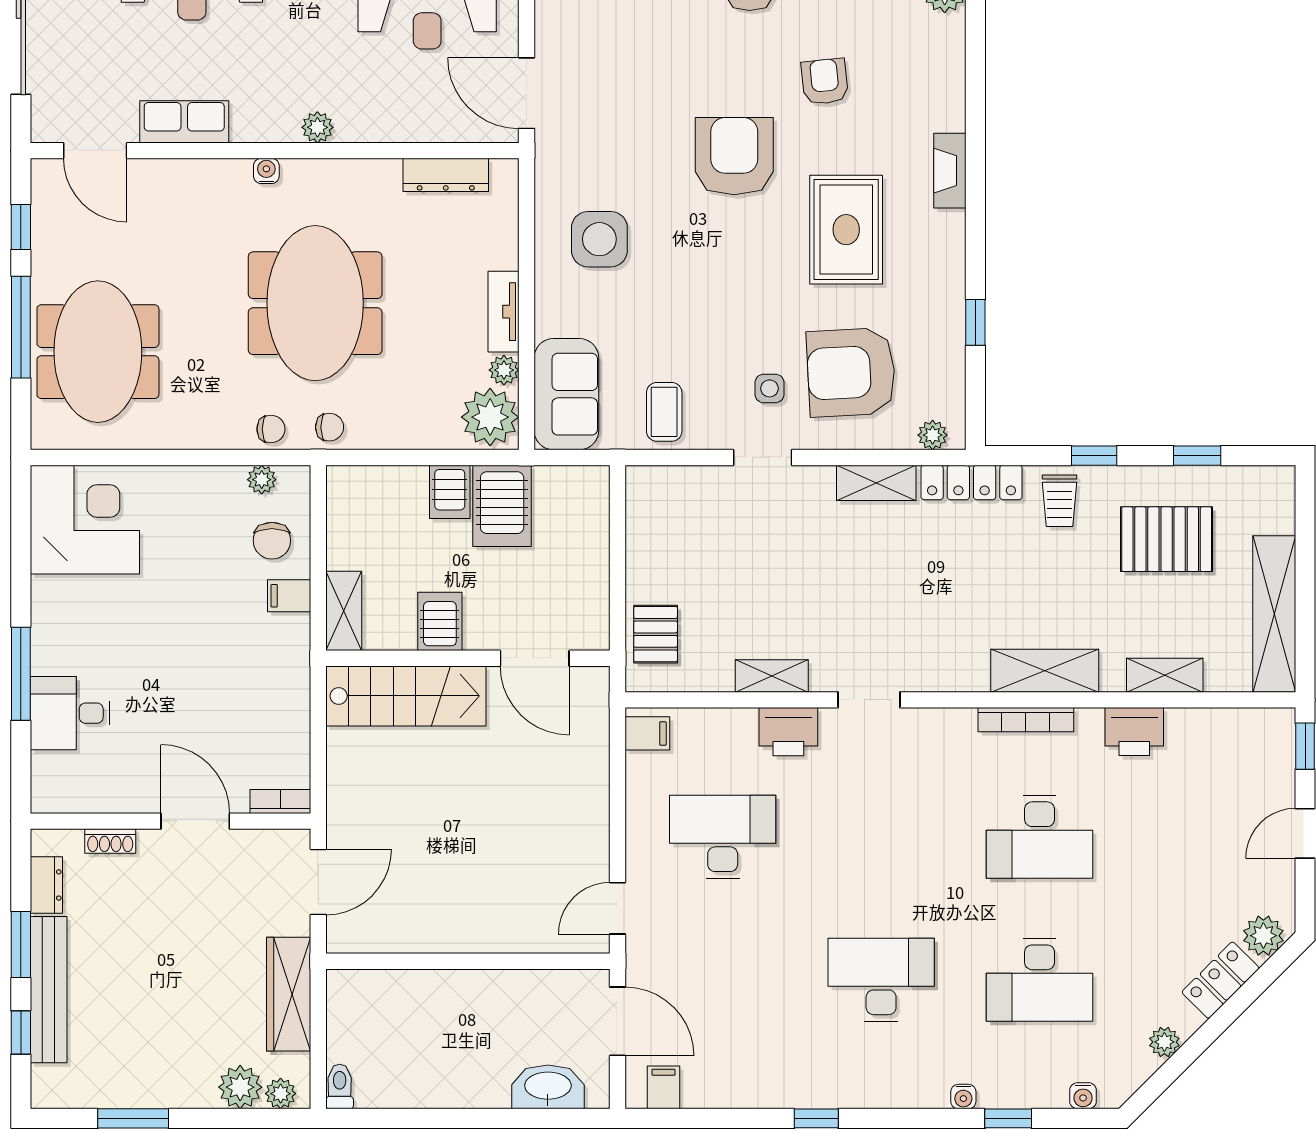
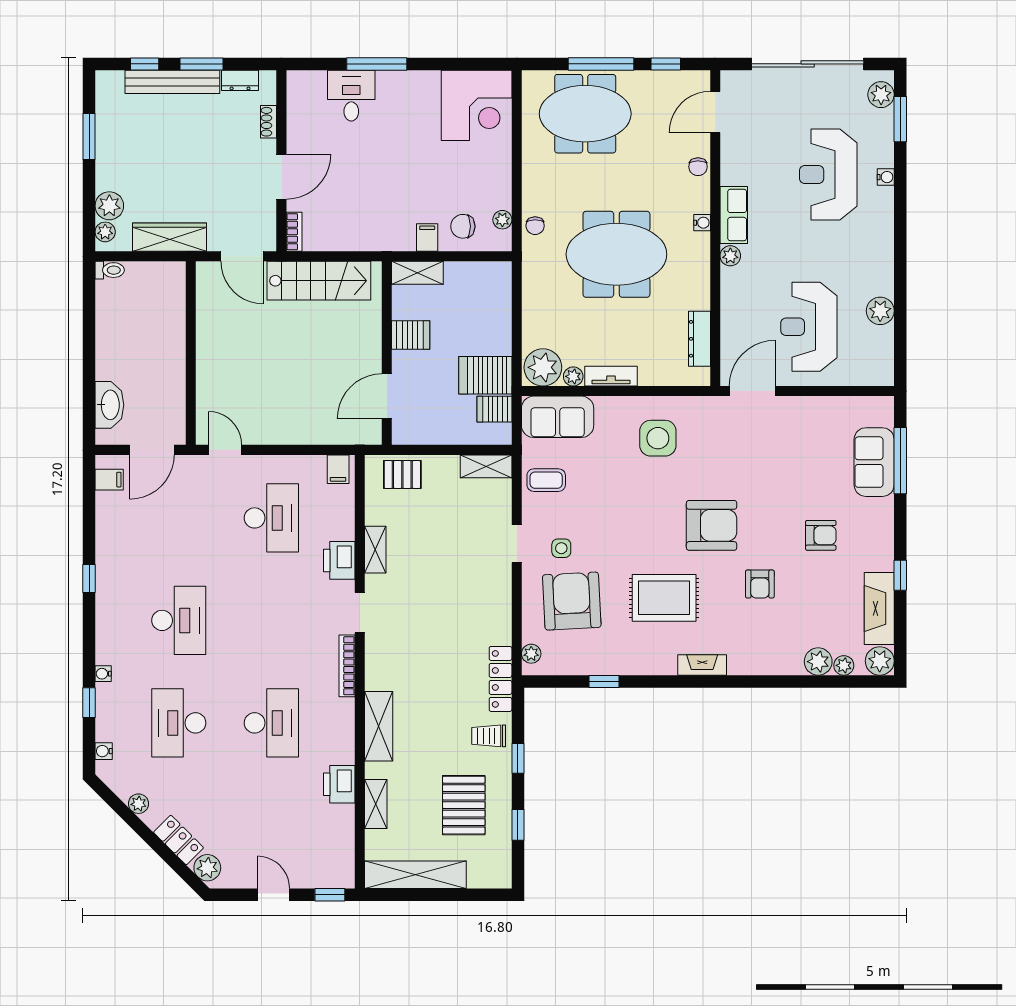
armchair: (825, 82) -> (760, 584), turned 96
row of seats: (184, 122) -> (734, 215), moved
chair: (330, 427) -> (698, 167), moved
shelving: (876, 483) -> (486, 466), moved, turned 90
server rack: (450, 492) -> (494, 409), moved
stairs: (406, 696) -> (319, 281), moved, turned -90
bookcase: (1026, 720) -> (347, 666), moved
desk: (1040, 837) -> (271, 723), turned 180

